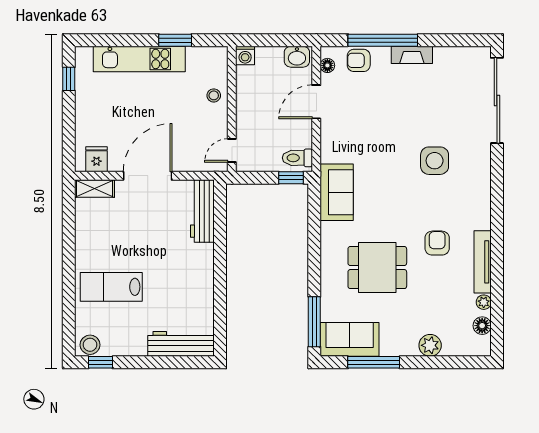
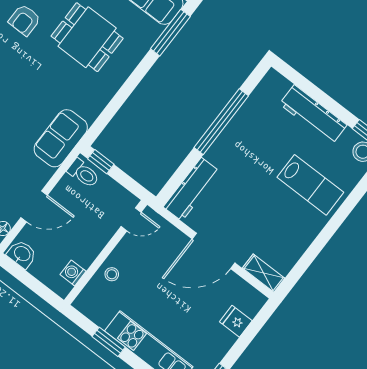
washing machine: (245, 55) -> (73, 273), moved, turned -90
fridge: (97, 159) -> (236, 321), moved, turned 90
sofa: (337, 192) -> (61, 138), moved
window: (220, 282) -> (221, 122), added
workbench: (181, 344) -> (313, 115), moved

